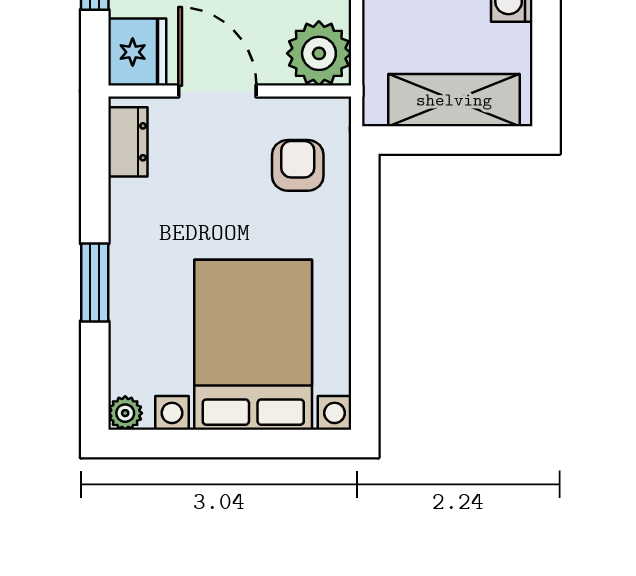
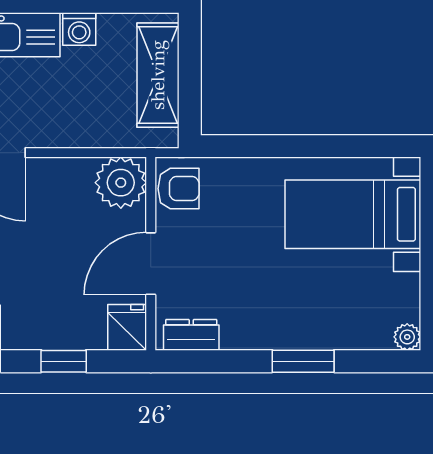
fridge: (137, 52) -> (127, 327), width x0.72
armchair: (298, 165) -> (179, 189), moved, turned 180
bed with nightstands: (253, 345) -> (353, 214), width x0.73

